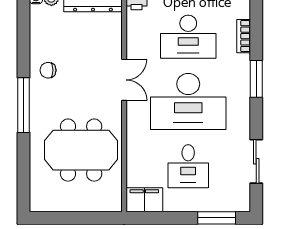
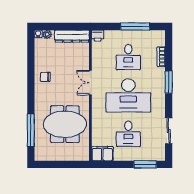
desk: (188, 37) -> (128, 57), width x0.73
double door: (124, 80) -> (90, 83), swing flipped
window: (24, 105) -> (31, 130), moved

